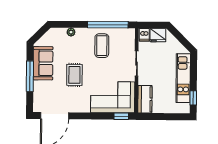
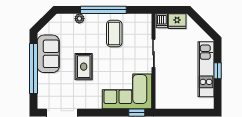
window: (108, 25) -> (103, 10), moved
window: (30, 76) -> (34, 69), width x1.46
window: (193, 98) -> (218, 71), moved
kitchen counter: (145, 99) -> (163, 93), removed

